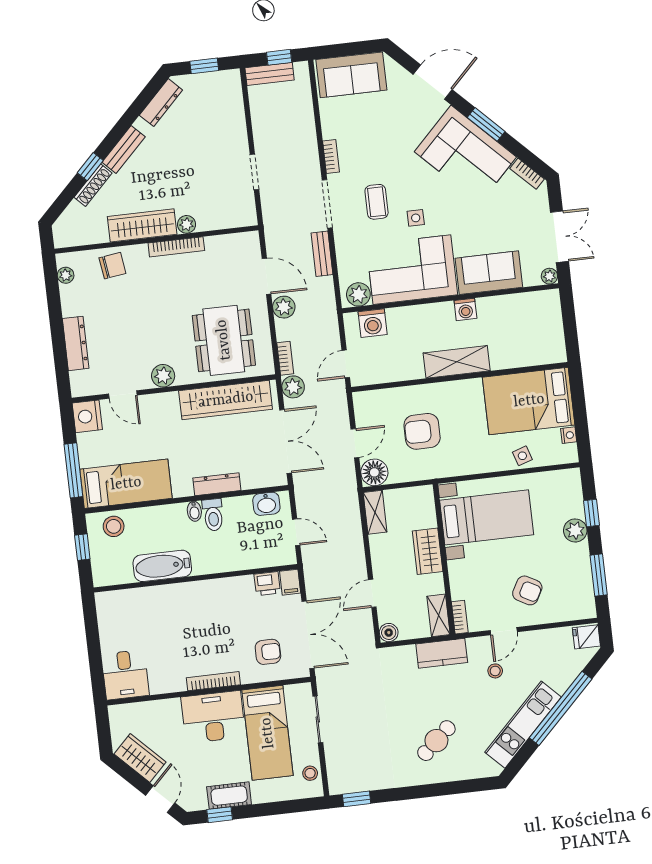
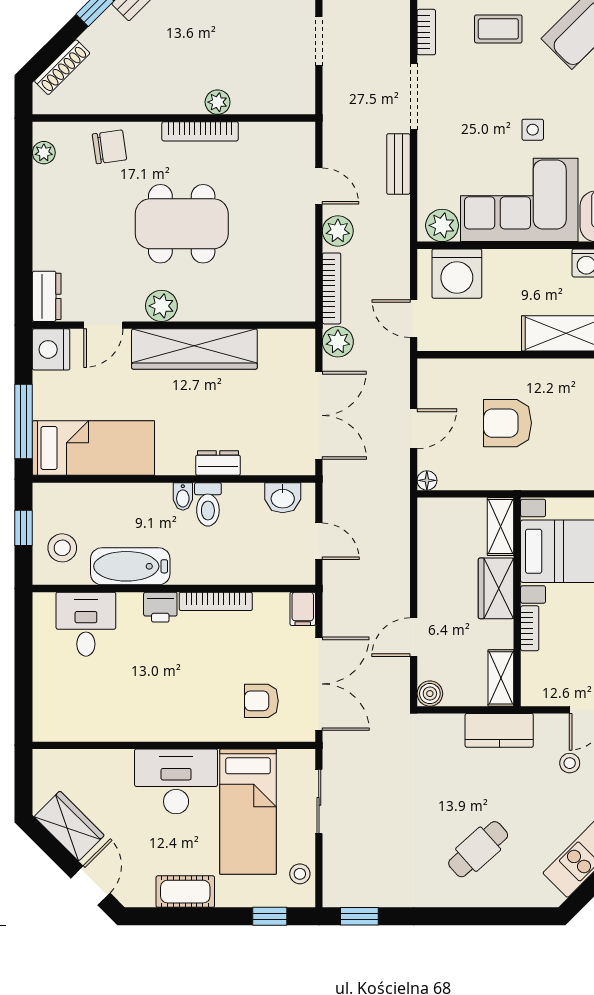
shoe rack: (93, 185) -> (62, 67), moved
coffee table: (377, 202) -> (498, 29), moved, turned 90
wardrobe: (142, 225) -> (157, 97), removed
door: (266, 276) -> (319, 186), width x0.73
washing machine: (373, 323) -> (457, 274), width x1.37, depth x1.37
dining table: (224, 340) -> (182, 224), moved, turned 90
dresser: (76, 343) -> (47, 296), moved, width x0.70
bookcase: (285, 358) -> (332, 288), width x1.56
door: (346, 364) -> (414, 319), hinge flipped
door: (123, 394) -> (103, 325), hinge flipped
wardrobe: (226, 400) -> (194, 349), moved
floor lamp: (374, 472) -> (427, 480), width x0.53, depth x0.53
dresser: (217, 484) -> (218, 463), width x0.70
shelving: (375, 512) -> (501, 526), moved
stool: (114, 526) -> (62, 548), moved
printer: (267, 584) -> (160, 607), moved
bookcase: (460, 617) -> (530, 628), moved
armchair: (268, 652) -> (261, 701), turned 180
desk: (125, 675) -> (86, 624), moved, turned 180
bookcase: (213, 681) -> (216, 601), moved, turned 180
window: (220, 815) -> (270, 916), moved

